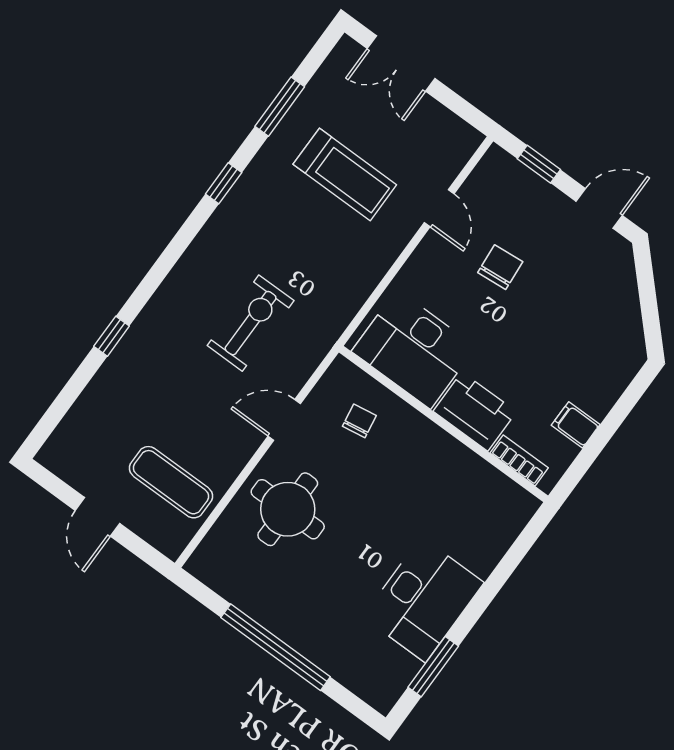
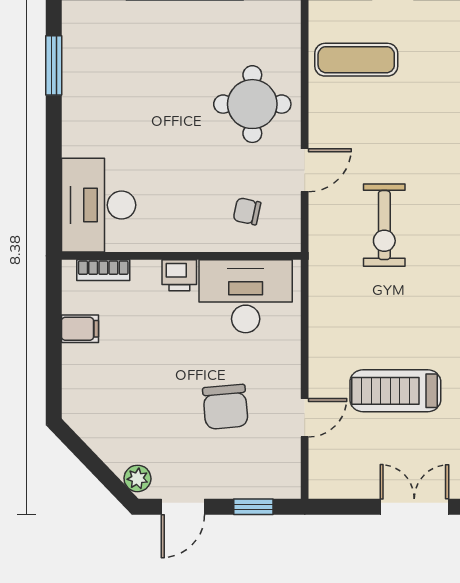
door: (439, 208) -> (305, 418), swing flipped
plant: (620, 261) -> (137, 478), added
chair: (500, 267) -> (225, 407), width x1.37, depth x1.37
printer: (475, 412) -> (179, 275), width x0.53, depth x0.68
chair: (359, 421) -> (247, 211), turned 111
desk: (423, 600) -> (99, 205), moved

